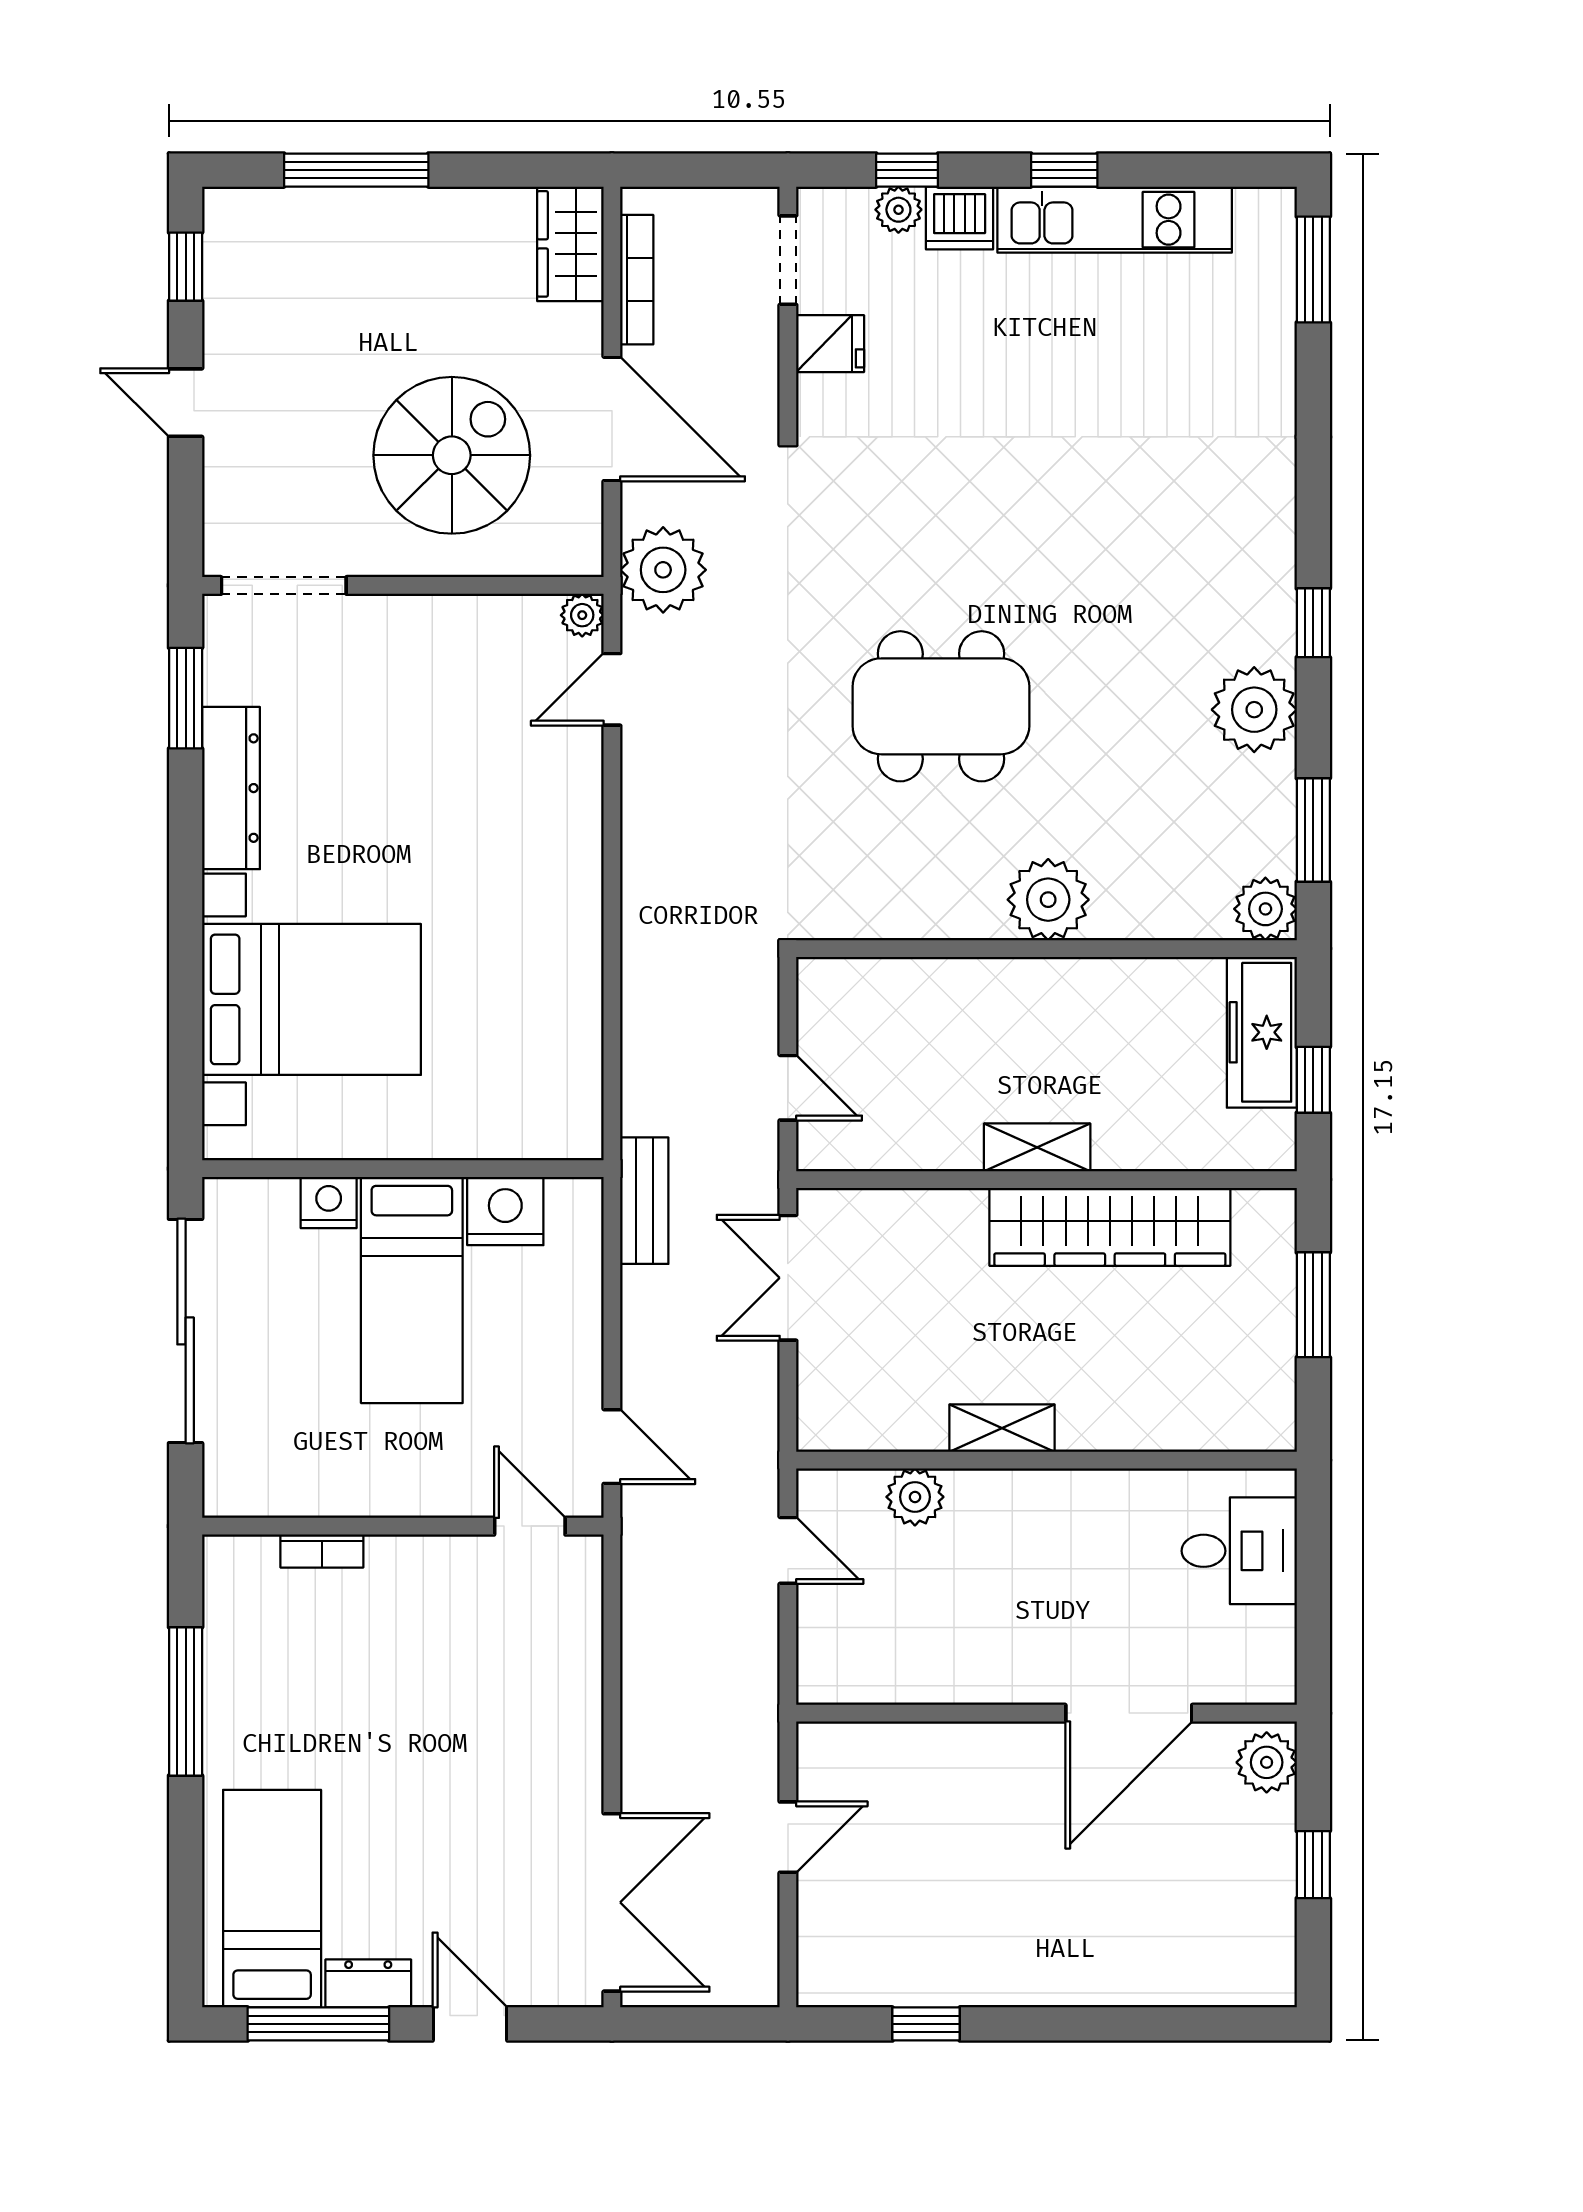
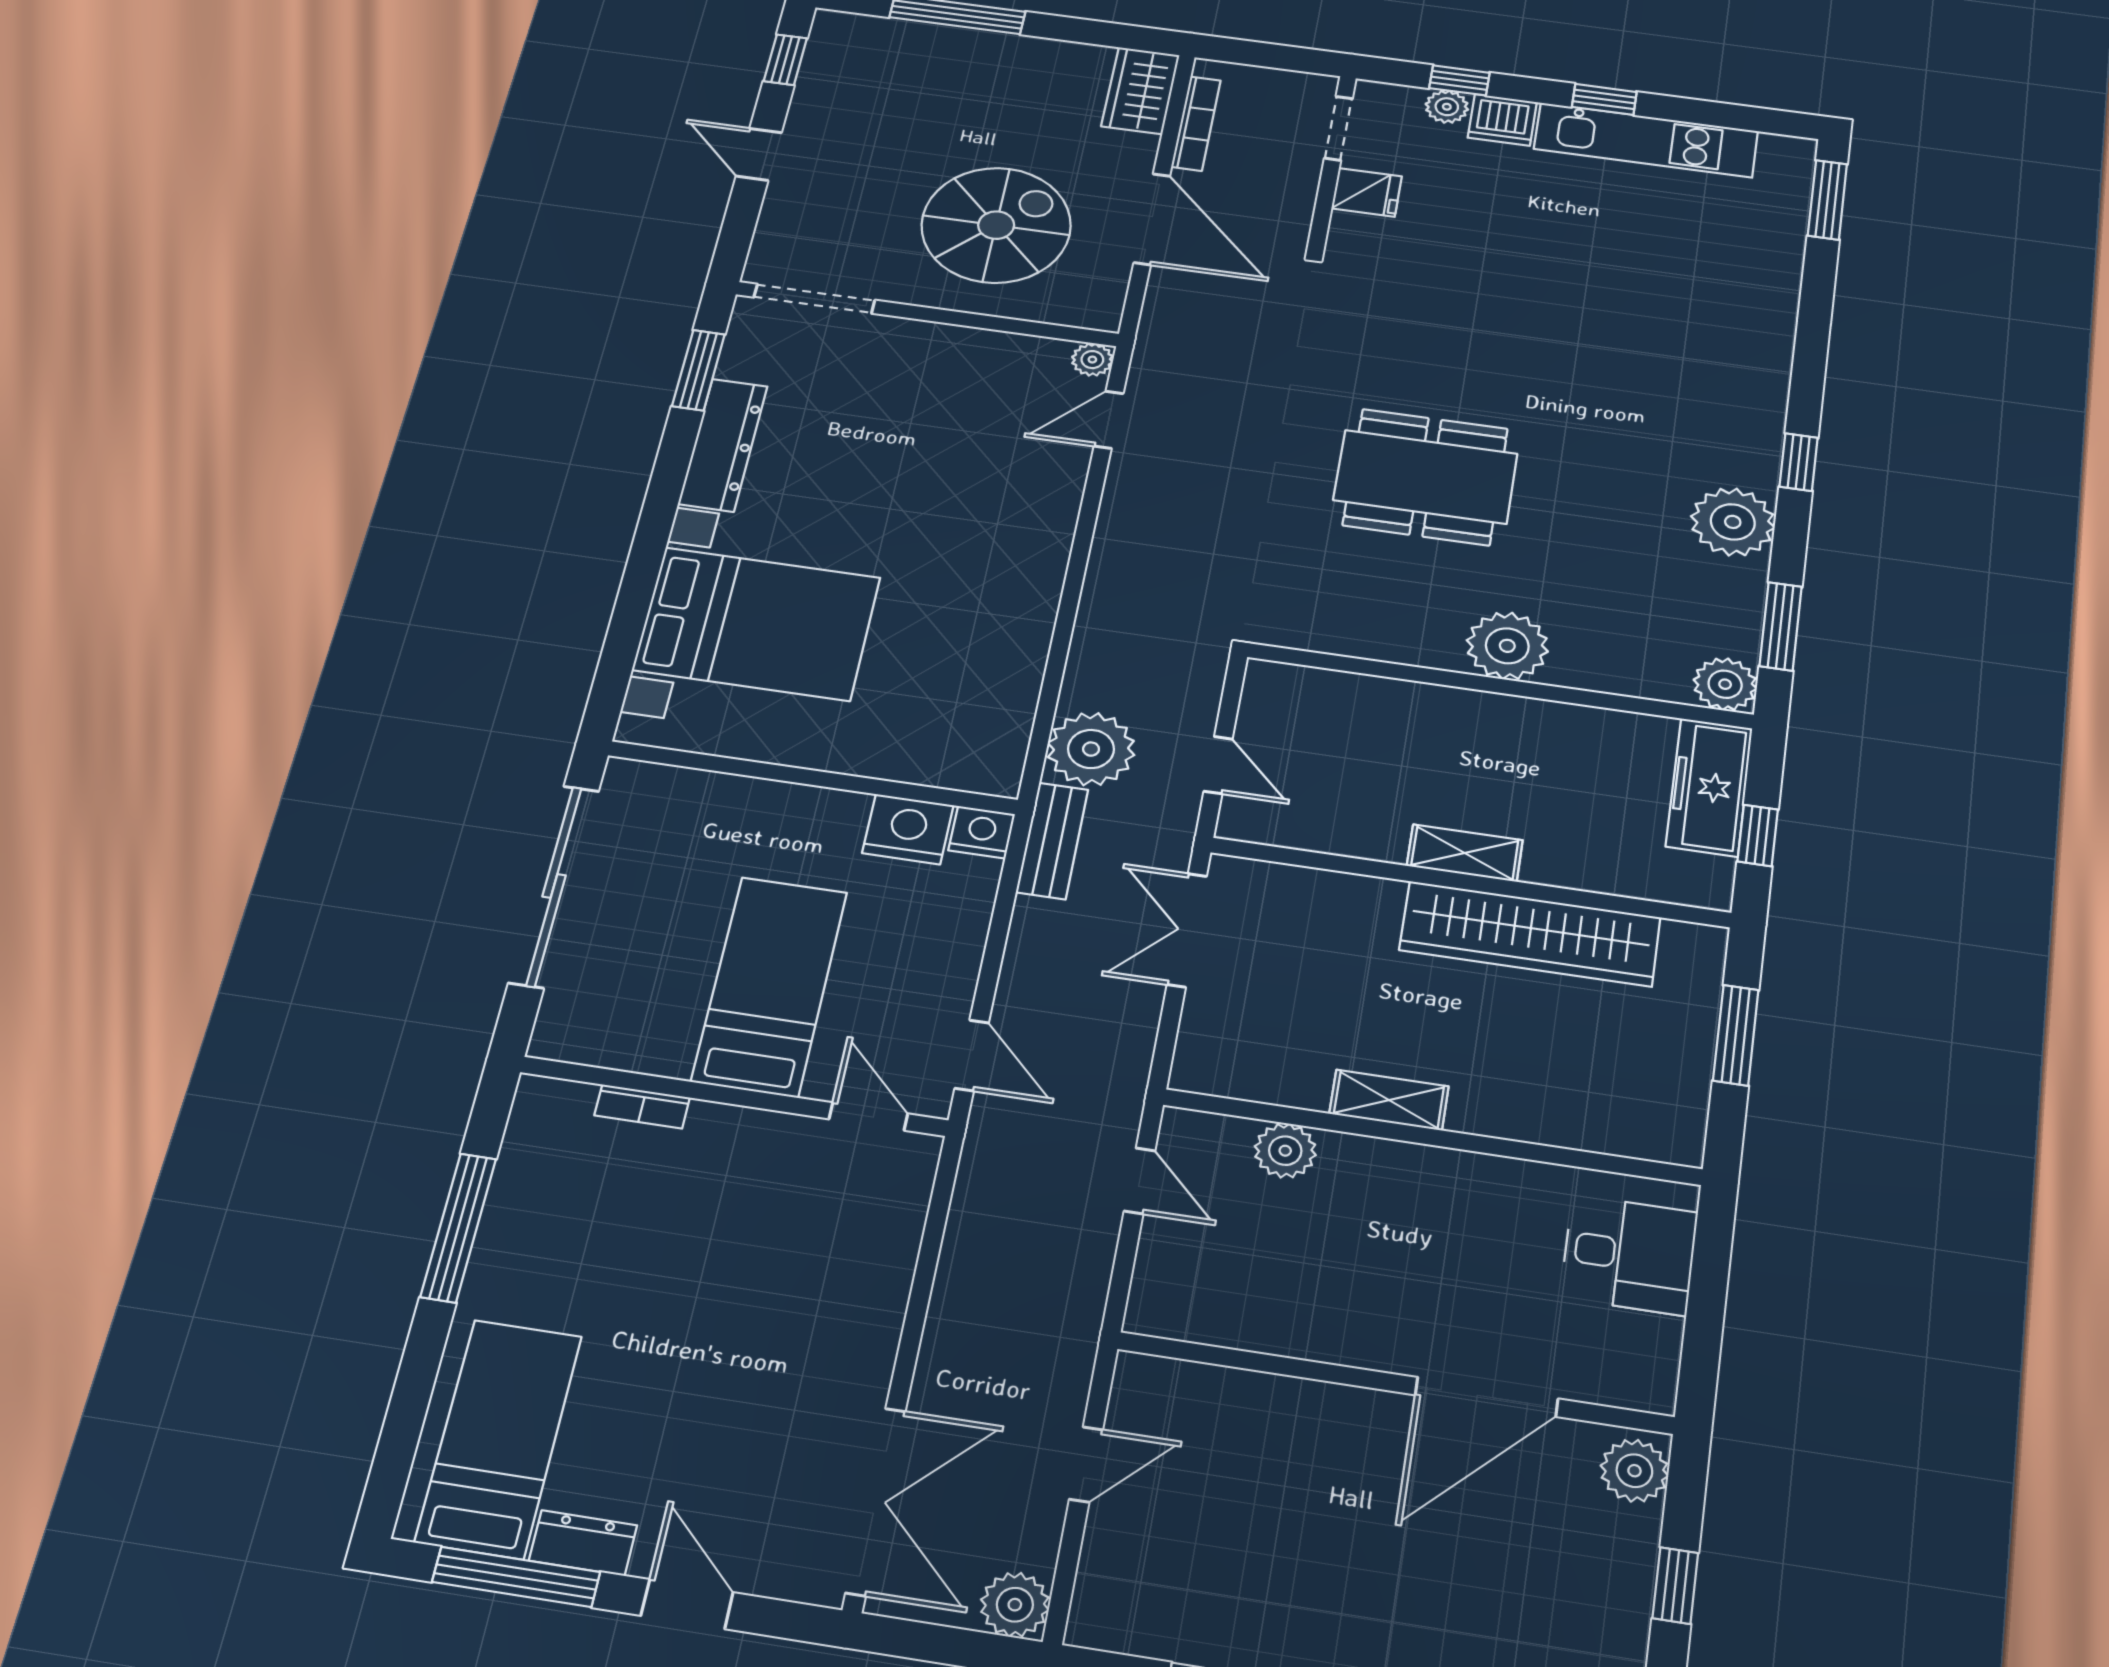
plant: (663, 570) -> (1091, 749), moved
nightstand: (329, 1203) -> (982, 832), moved
bed: (412, 1290) -> (770, 986), moved, turned 180
plant: (750, 1978) -> (1015, 1605), added

